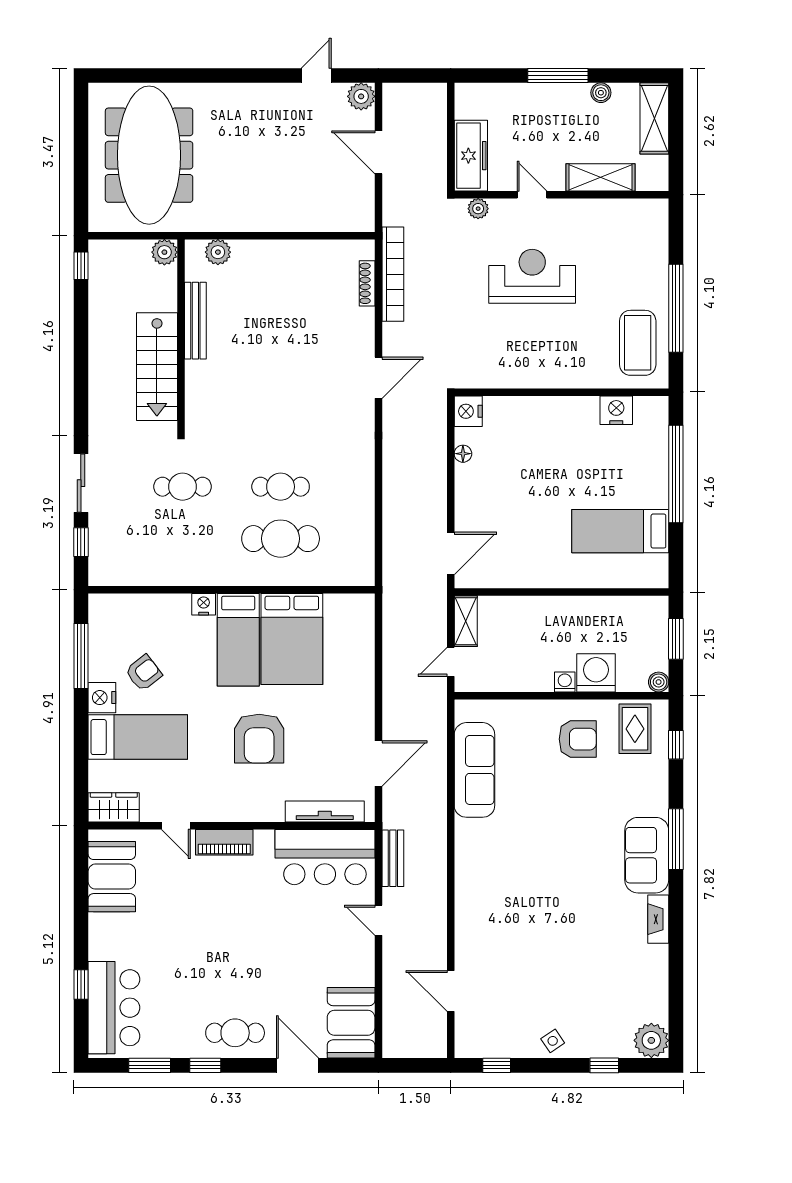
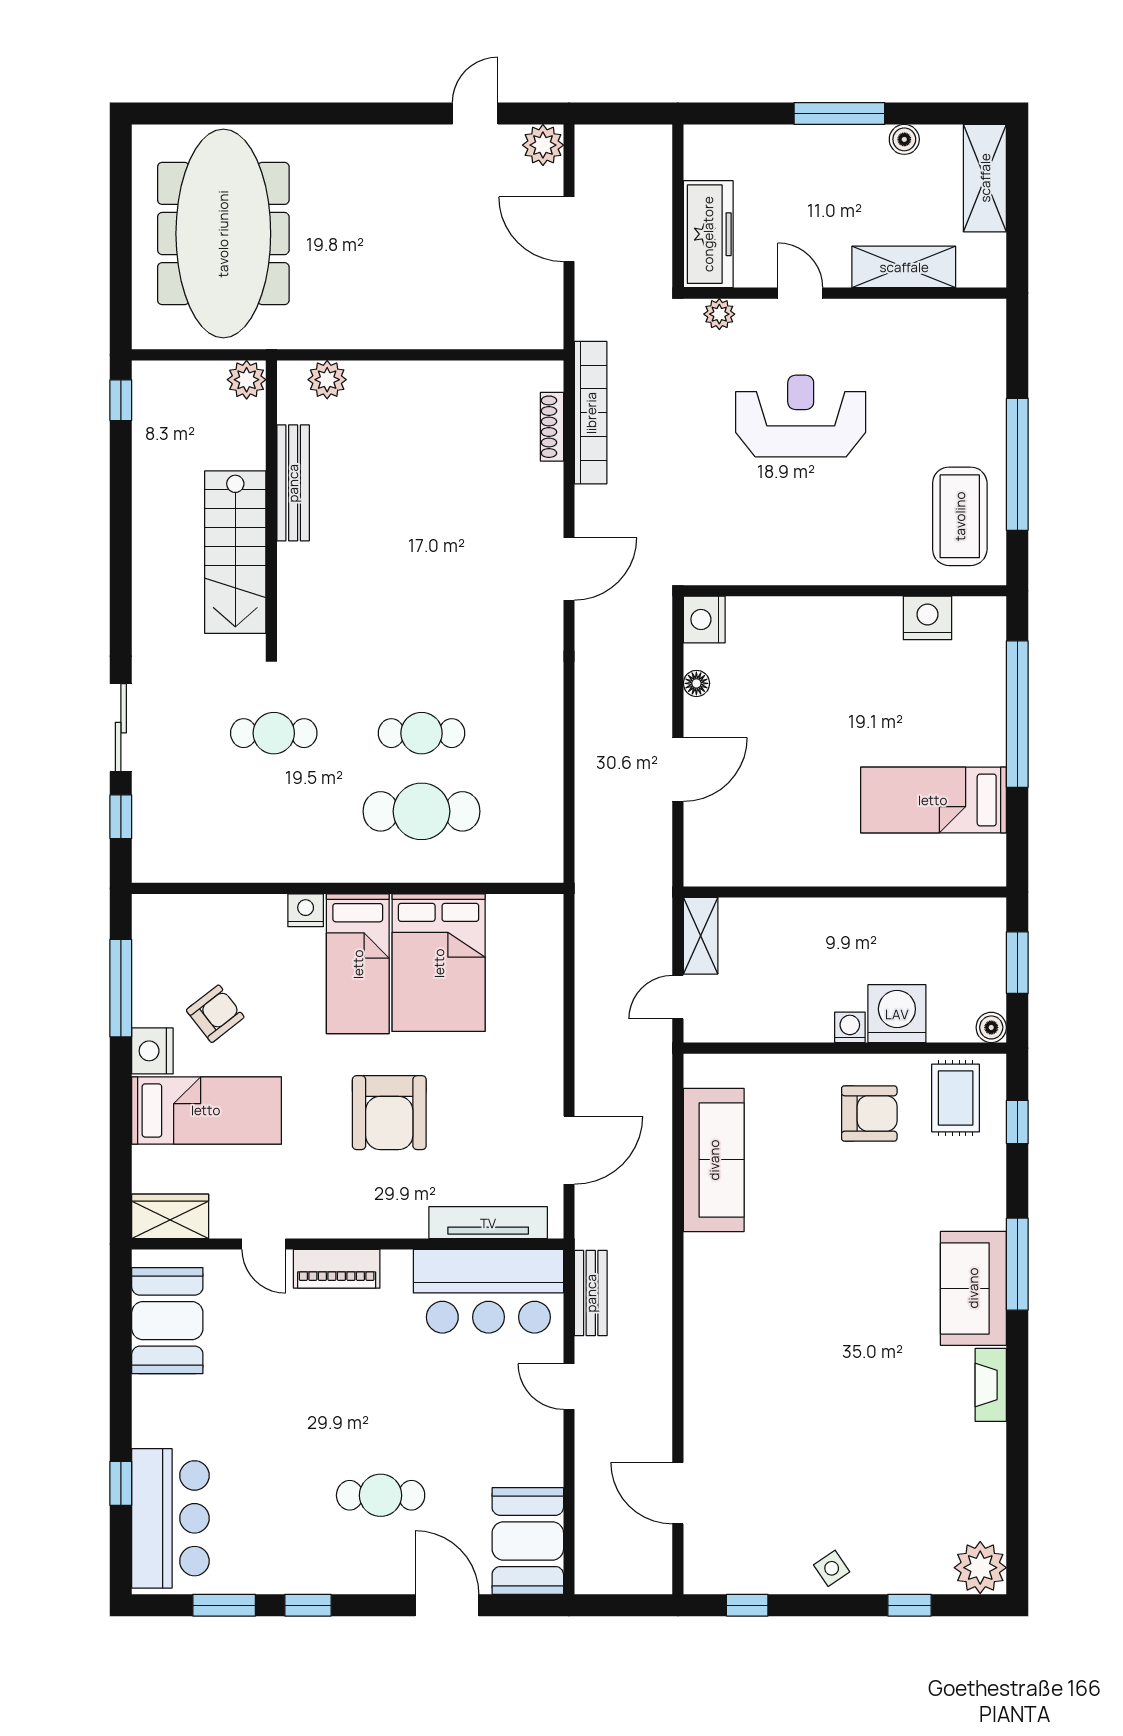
door: (451, 553) -> (678, 770), moved
cafe table: (235, 1033) -> (381, 1495), moved

